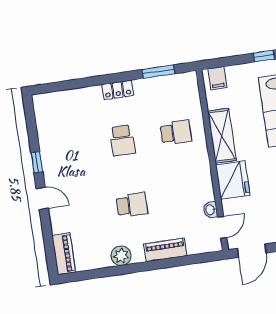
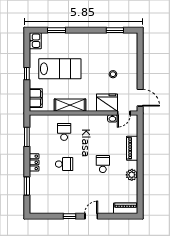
filing cabinet: (217, 78) -> (36, 98), width x2.00
window: (77, 84) -> (27, 186), added
fridge: (233, 180) -> (107, 103), moved
door: (222, 227) -> (124, 113), swing flipped

